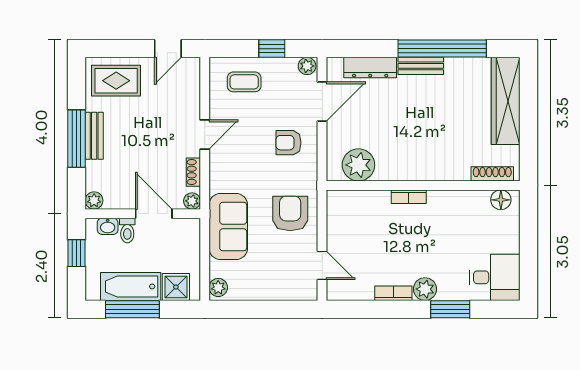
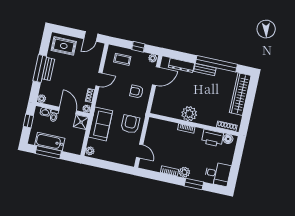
plant: (358, 165) -> (189, 114), moved
printer: (468, 205) -> (212, 138), added
shower: (176, 287) -> (81, 122), moved

